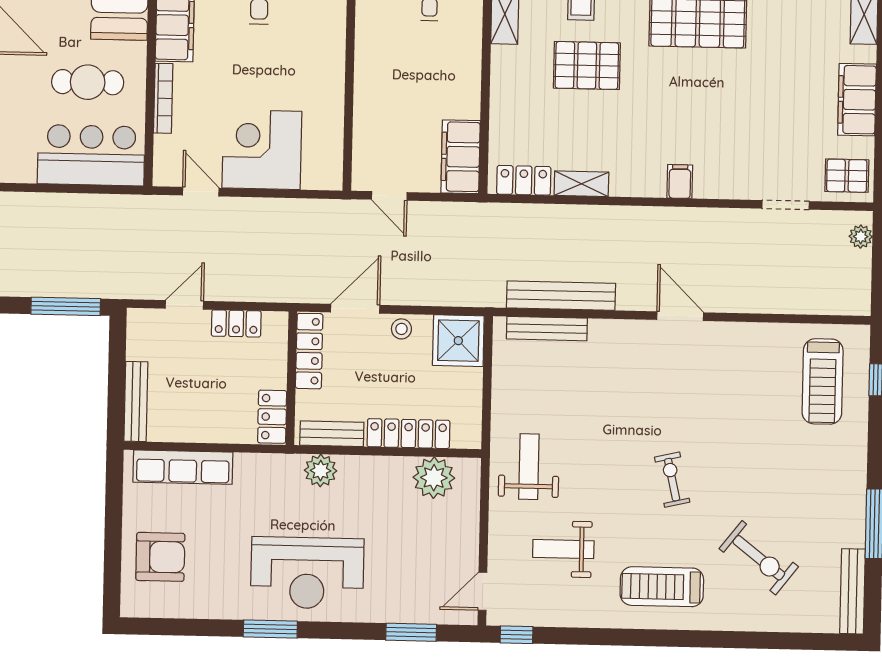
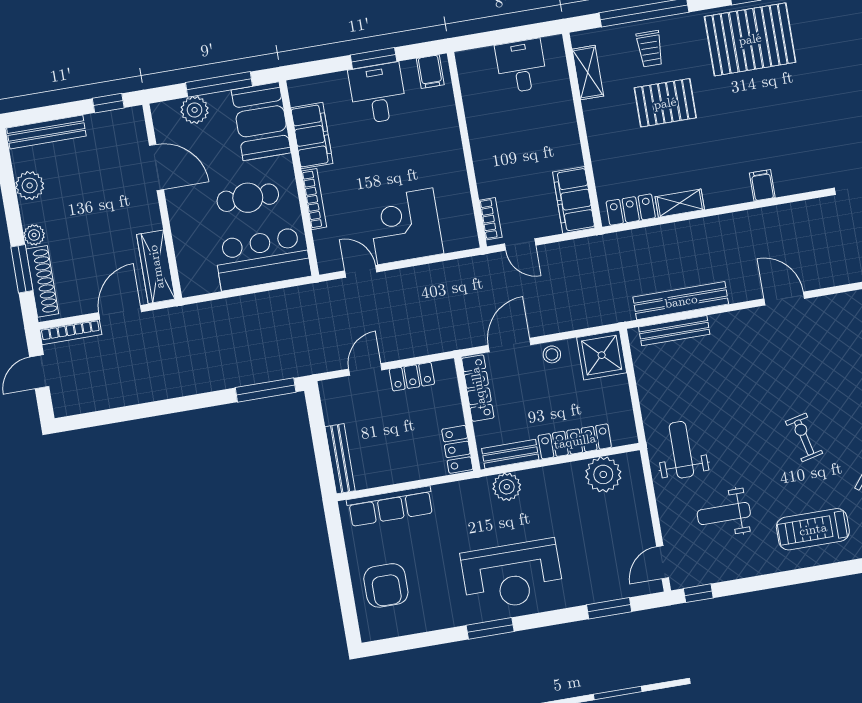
bookcase: (361, 160) -> (491, 219), added
armchair: (160, 557) -> (386, 585), turned 90

